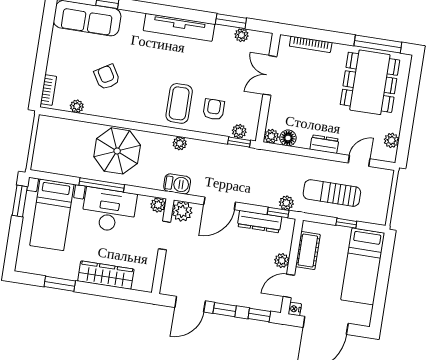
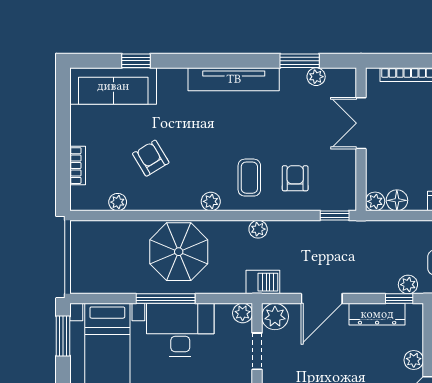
bookcase: (48, 90) -> (78, 166), moved
coffee table: (179, 103) -> (249, 178), width x0.73, depth x0.77
plant: (239, 131) -> (211, 201), moved

